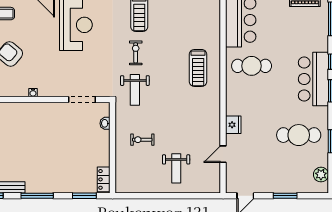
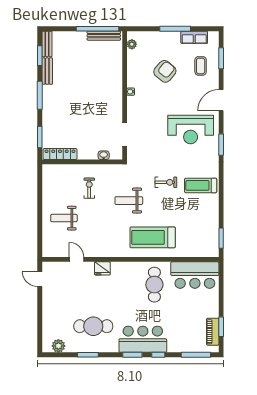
treadmill: (198, 68) -> (153, 237), width x1.37, depth x1.38
weight bench: (135, 90) -> (129, 201), moved
cafe table: (299, 135) -> (93, 326), turned 90
locker: (104, 179) -> (60, 154), width x1.53
window: (285, 196) -> (40, 314), removed

